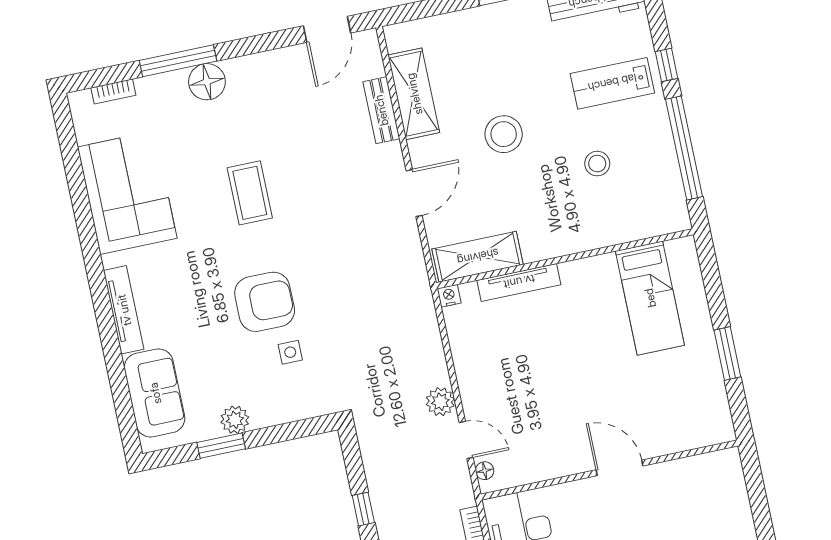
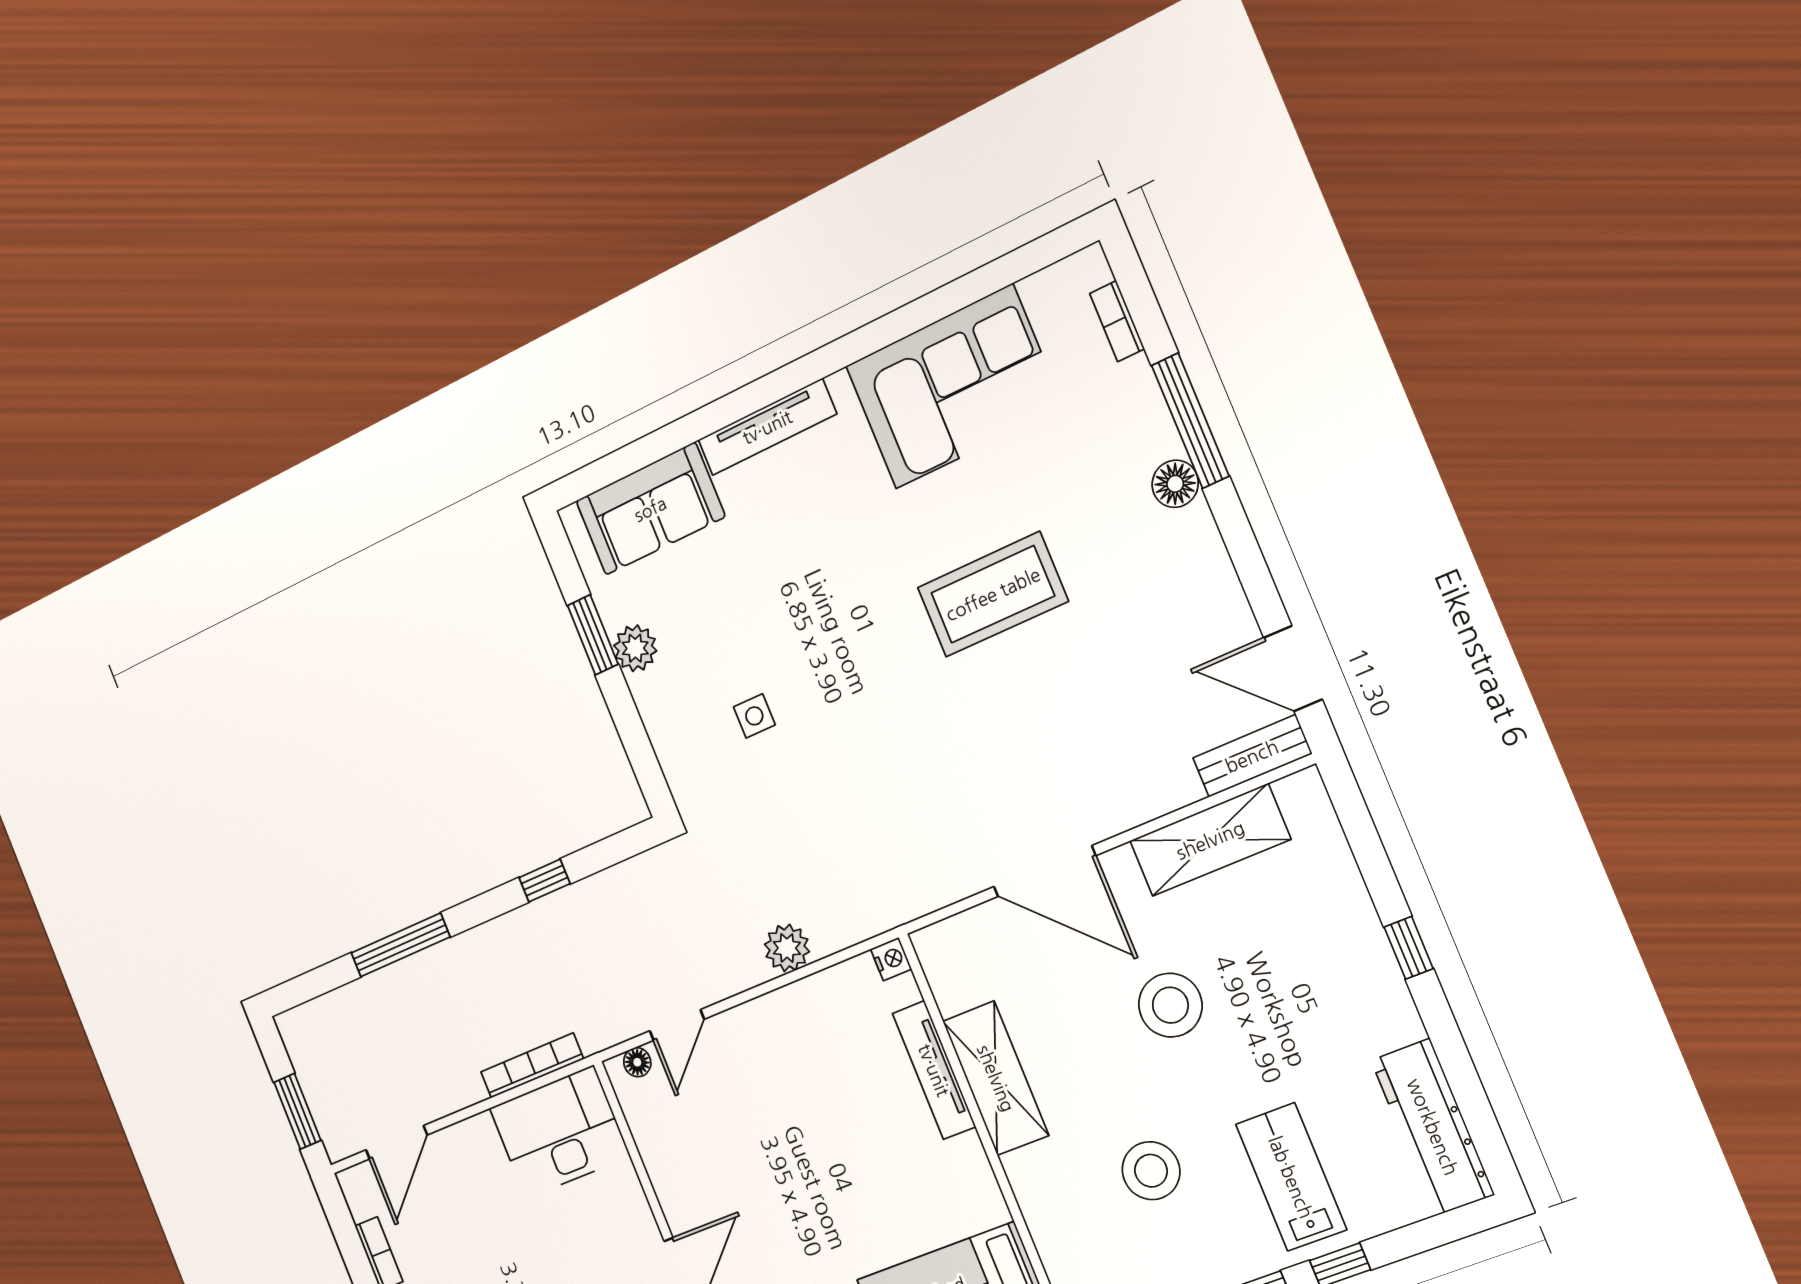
floor lamp: (207, 82) -> (1175, 484), width x0.73, depth x0.73
bench: (381, 110) -> (1252, 756), moved
stool: (597, 164) -> (1151, 1171), width x1.38, depth x1.38
coffee table: (250, 193) -> (993, 594), width x1.36, depth x1.32
door: (414, 193) -> (1044, 871), width x1.36
shelving: (478, 257) -> (996, 1078), moved
armchair: (265, 302) -> (824, 657), removed
plant: (440, 402) -> (787, 948), moved

